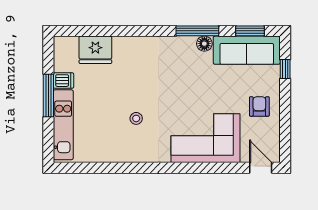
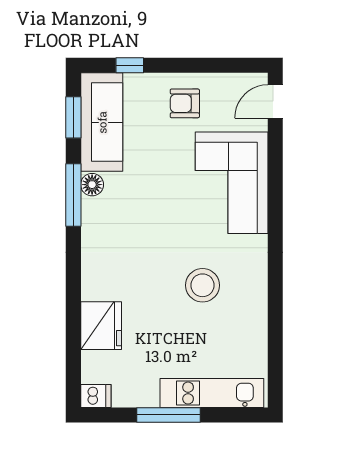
fridge: (95, 50) -> (101, 326), moved
dishwasher: (63, 81) -> (96, 396), moved, turned 90
stool: (136, 118) -> (202, 285), width x1.89, depth x1.89

